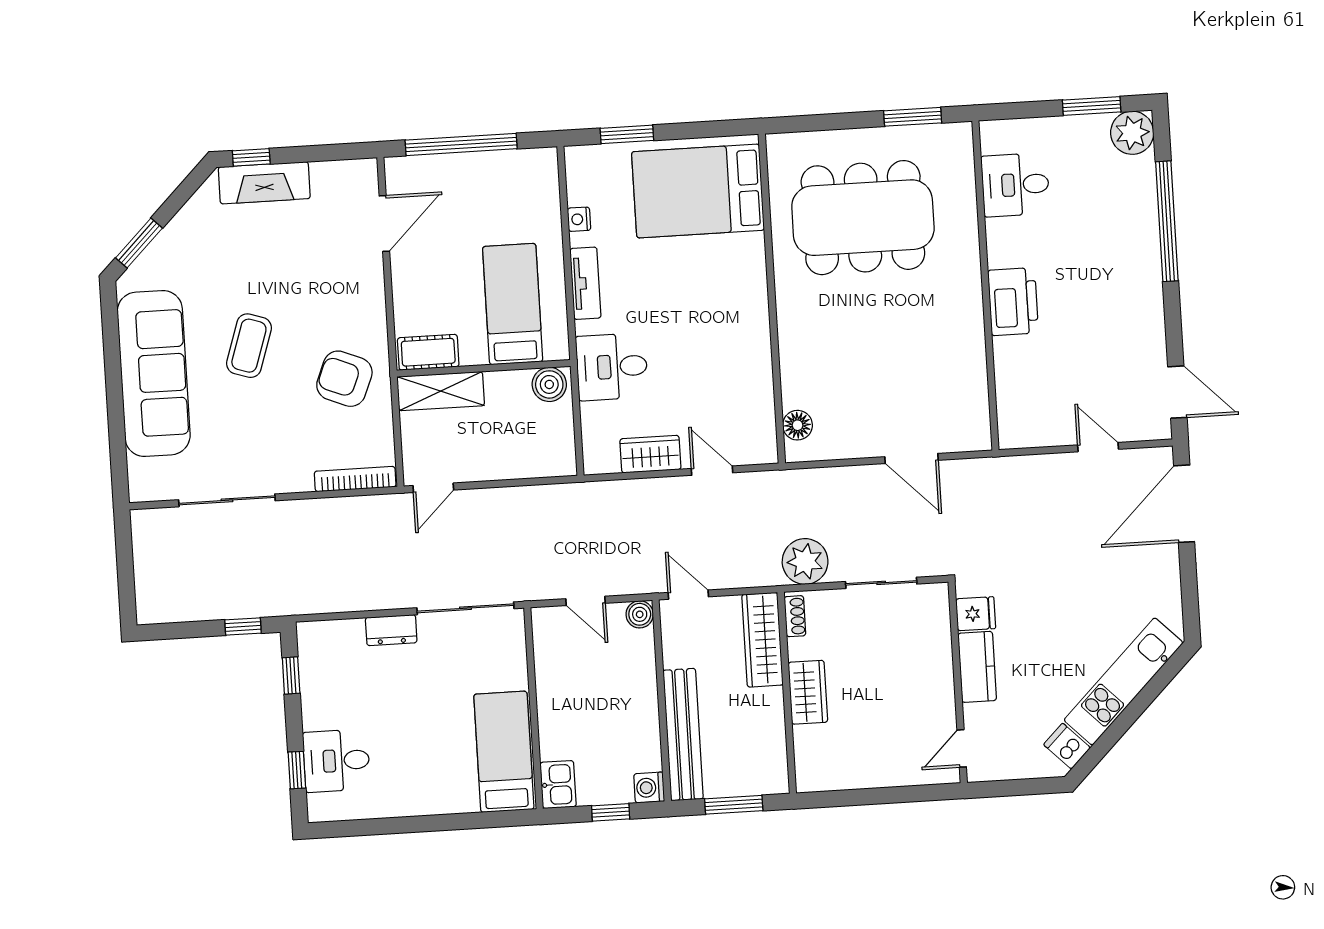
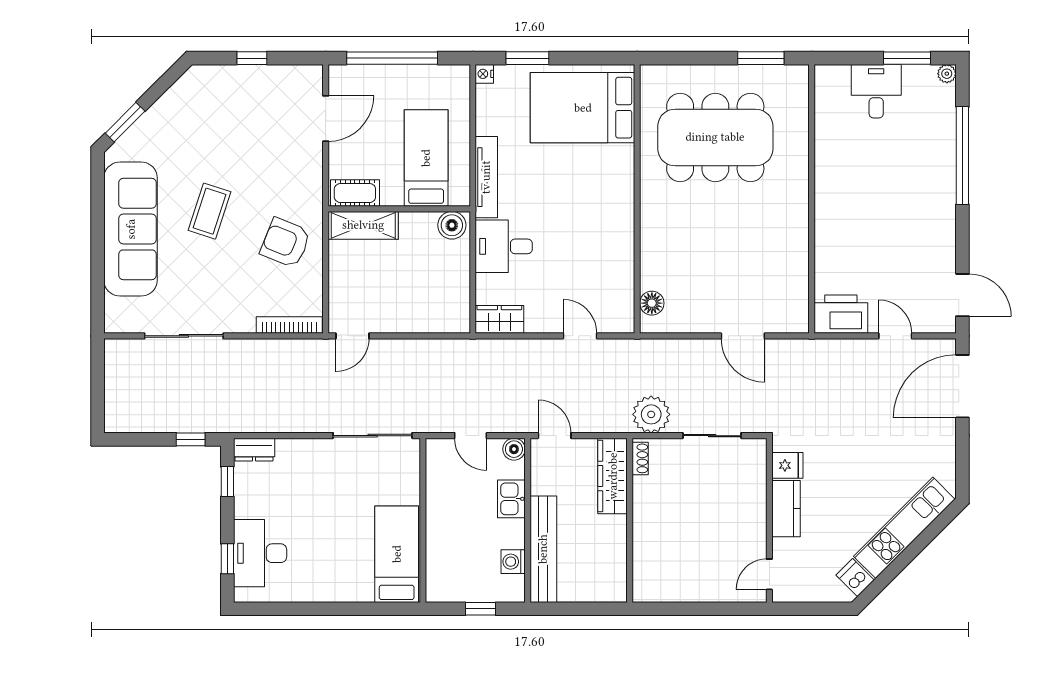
plant: (1132, 133) -> (947, 74), width x0.53, depth x0.53
window: (251, 157) -> (252, 58), moved
fireplace: (264, 183) -> (230, 79), removed
desk: (1015, 185) -> (876, 91), moved, turned 90
nightstand: (579, 219) -> (484, 74), moved
tv unit: (585, 283) -> (486, 177), width x1.41
printer: (1013, 302) -> (841, 314), moved, turned -90
bed: (513, 304) -> (426, 158), moved
cot: (428, 352) -> (355, 193), moved
wall: (484, 368) -> (399, 209), moved
boiler: (549, 384) -> (452, 225), moved
shelving: (441, 391) -> (363, 225), moved
wardrobe: (650, 454) -> (499, 319), moved
dresser: (391, 630) -> (254, 450), moved
wardrobe: (808, 692) -> (647, 521), removed
desk: (336, 761) -> (260, 553), width x1.37
kitchen sink: (558, 785) -> (511, 499), moved, turned 180
washing machine: (649, 788) -> (513, 562), moved
window: (734, 805) -> (581, 609), removed

